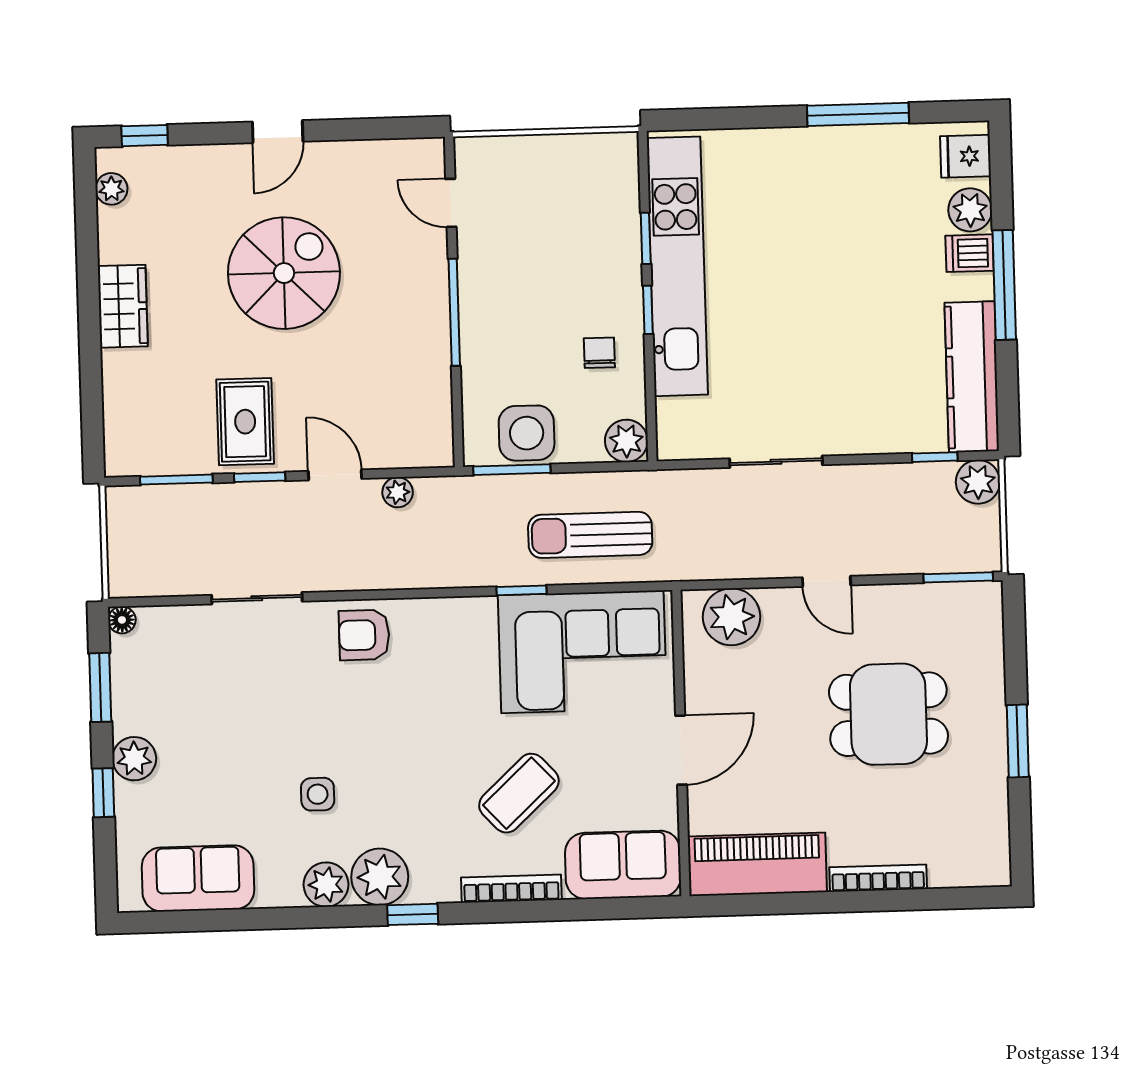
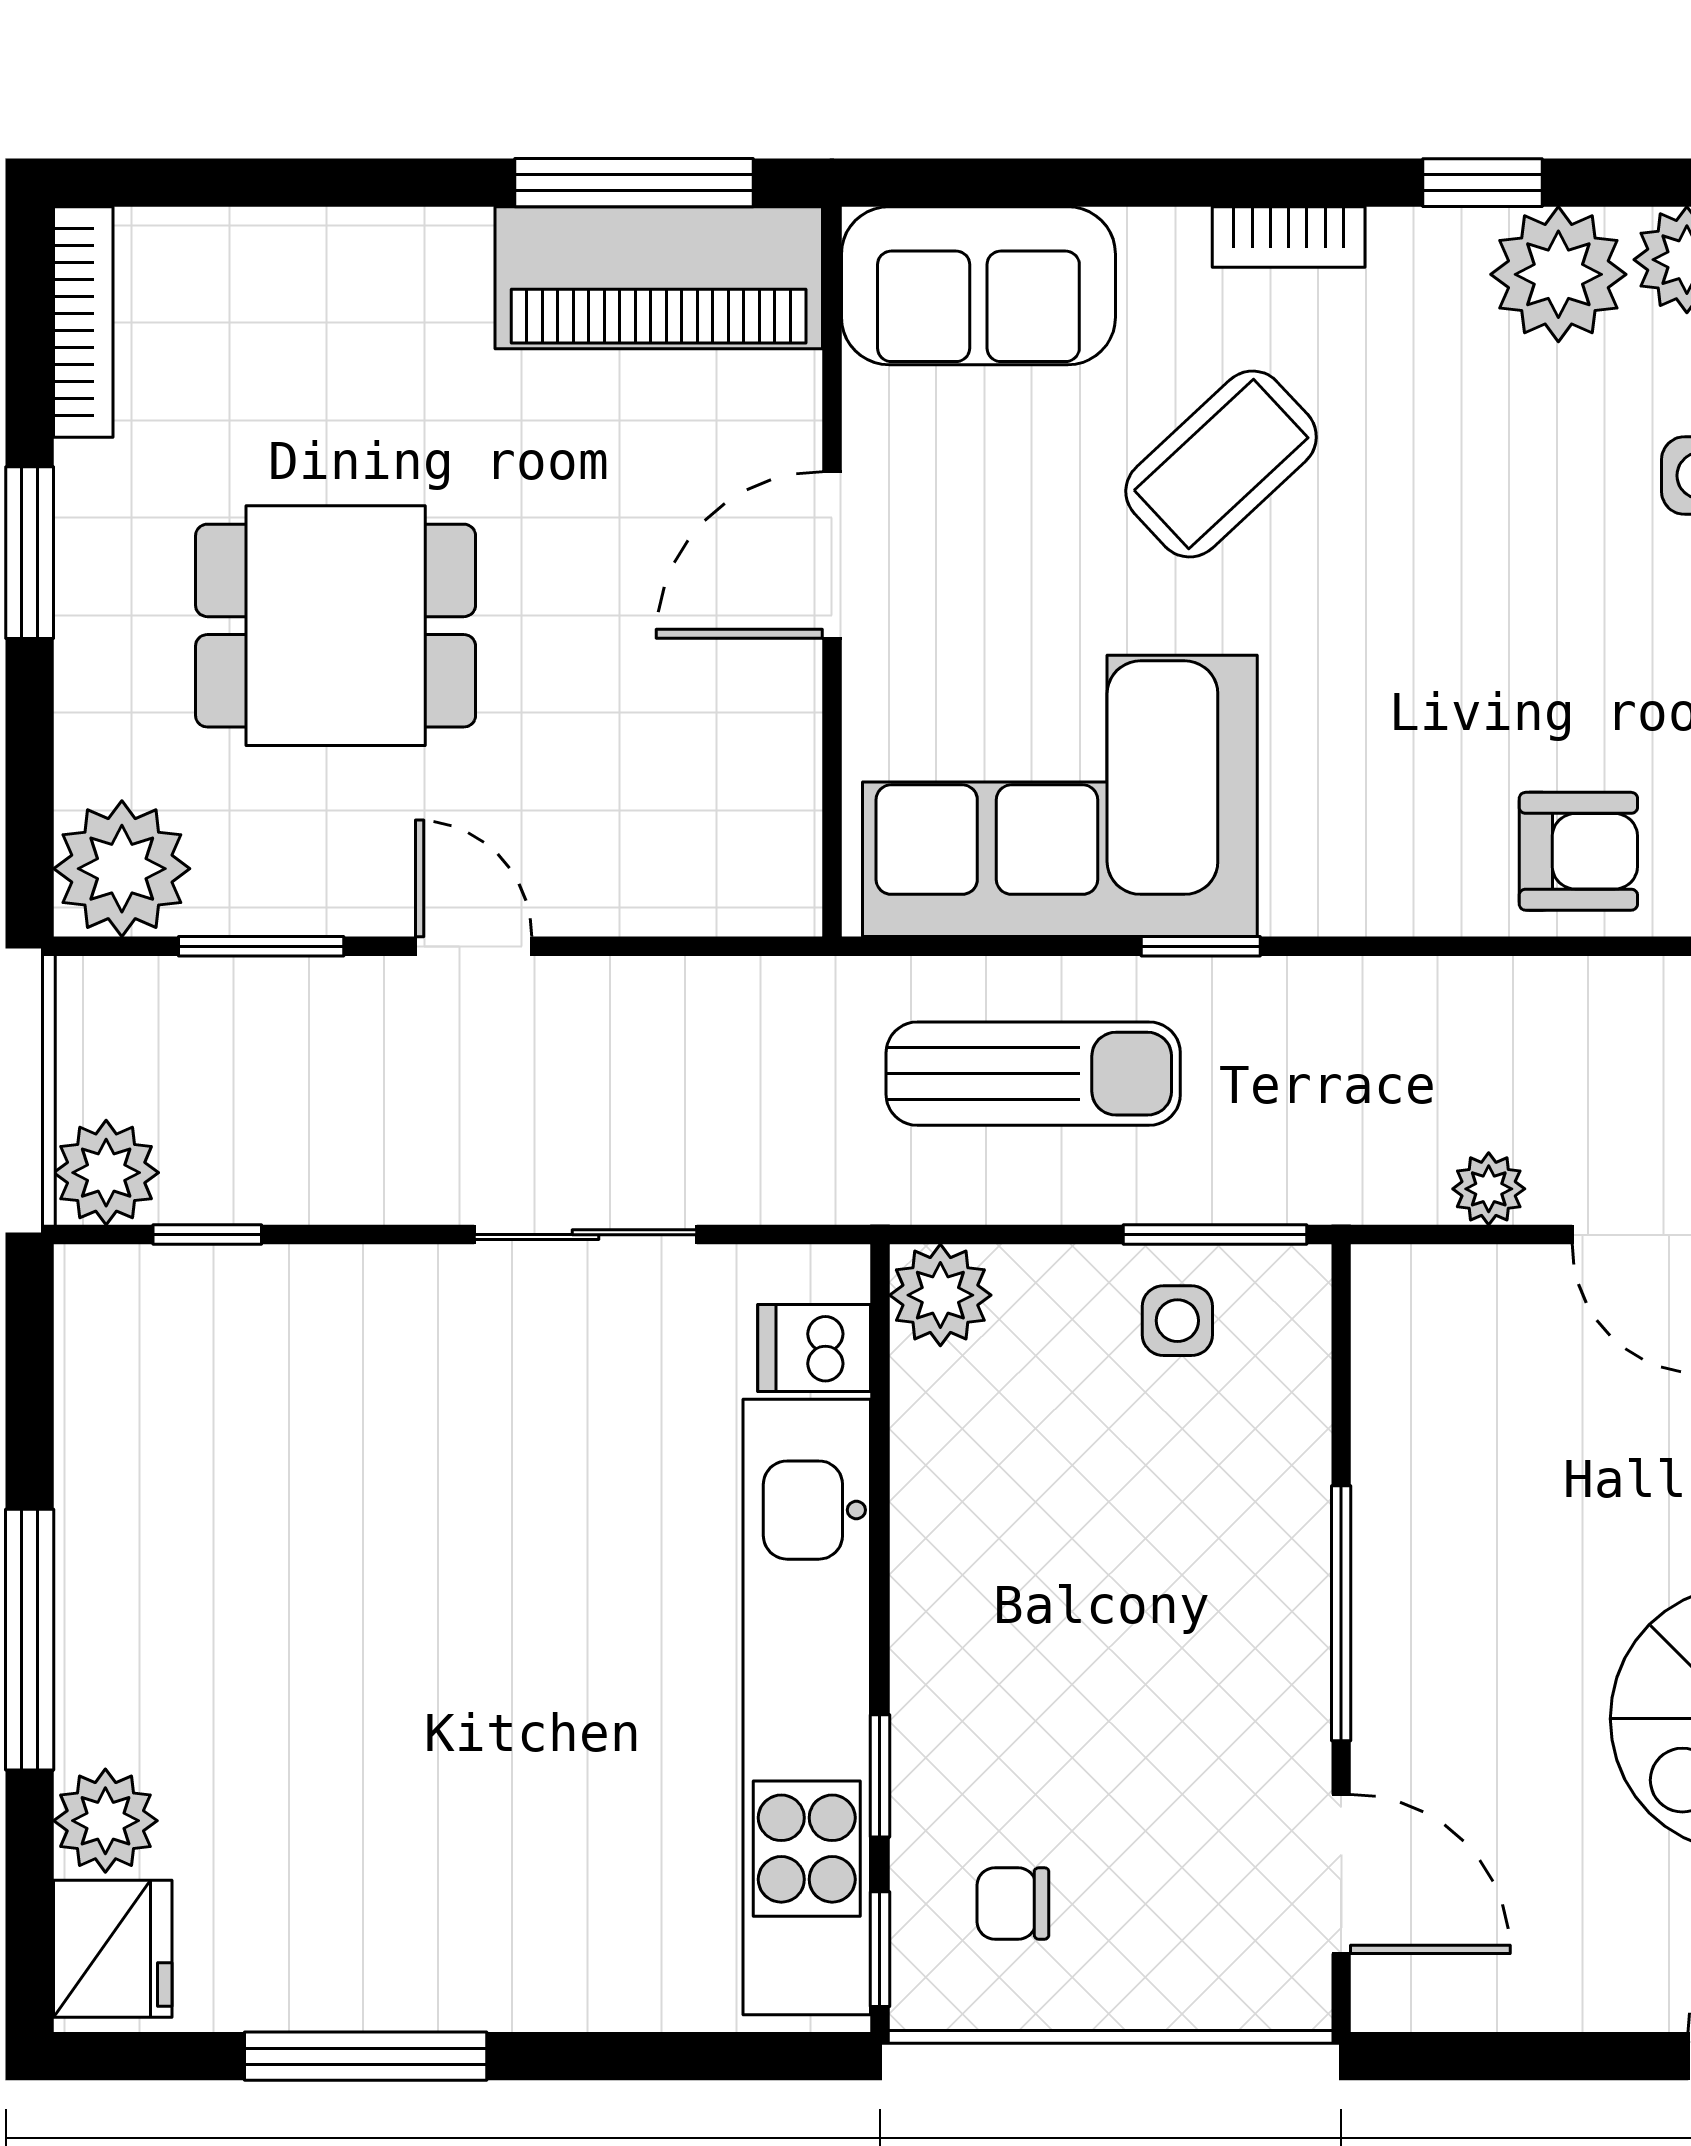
fridge: (965, 156) -> (113, 1949), width x1.38
door: (451, 203) -> (1341, 1874), width x1.38
dishwasher: (970, 253) -> (814, 1348), moved, turned 180
window: (648, 310) -> (880, 1949), moved
chair: (599, 353) -> (1013, 1903), moved, turned 90
kitchen counter: (972, 377) -> (113, 1423), removed
side table: (527, 433) -> (1177, 1321), width x0.54, depth x0.54
window: (958, 577) -> (261, 946), moved
plant: (731, 617) -> (122, 869), moved
bookcase: (878, 878) -> (83, 322), moved, turned -90
bookcase: (511, 889) -> (1289, 237), width x0.64
window: (769, 904) -> (634, 183), added

